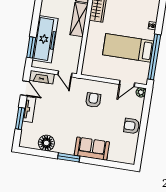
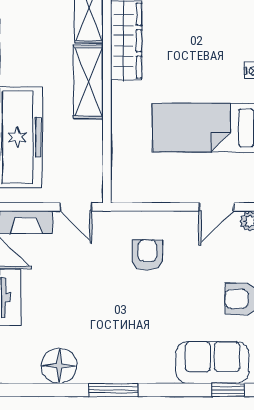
sofa: (92, 149) -> (212, 362), moved
window: (120, 165) -> (228, 390), added

